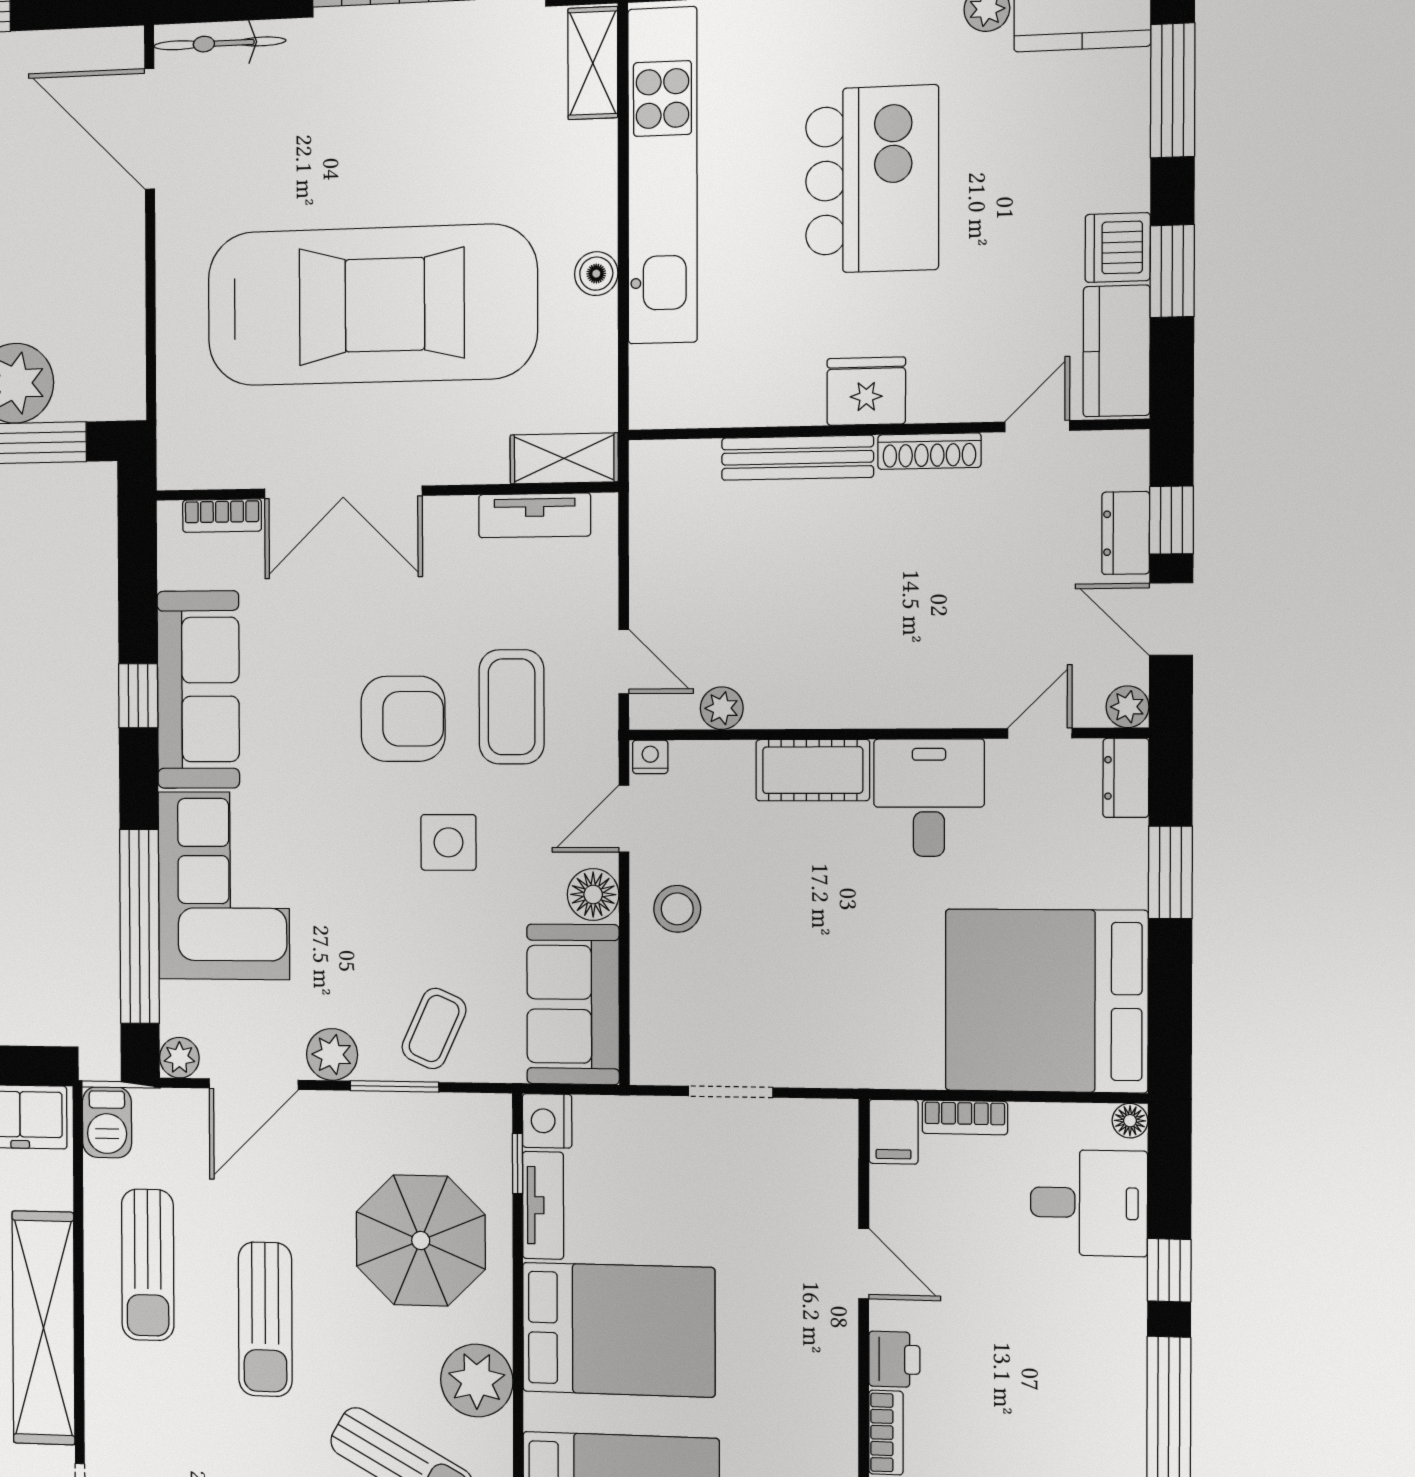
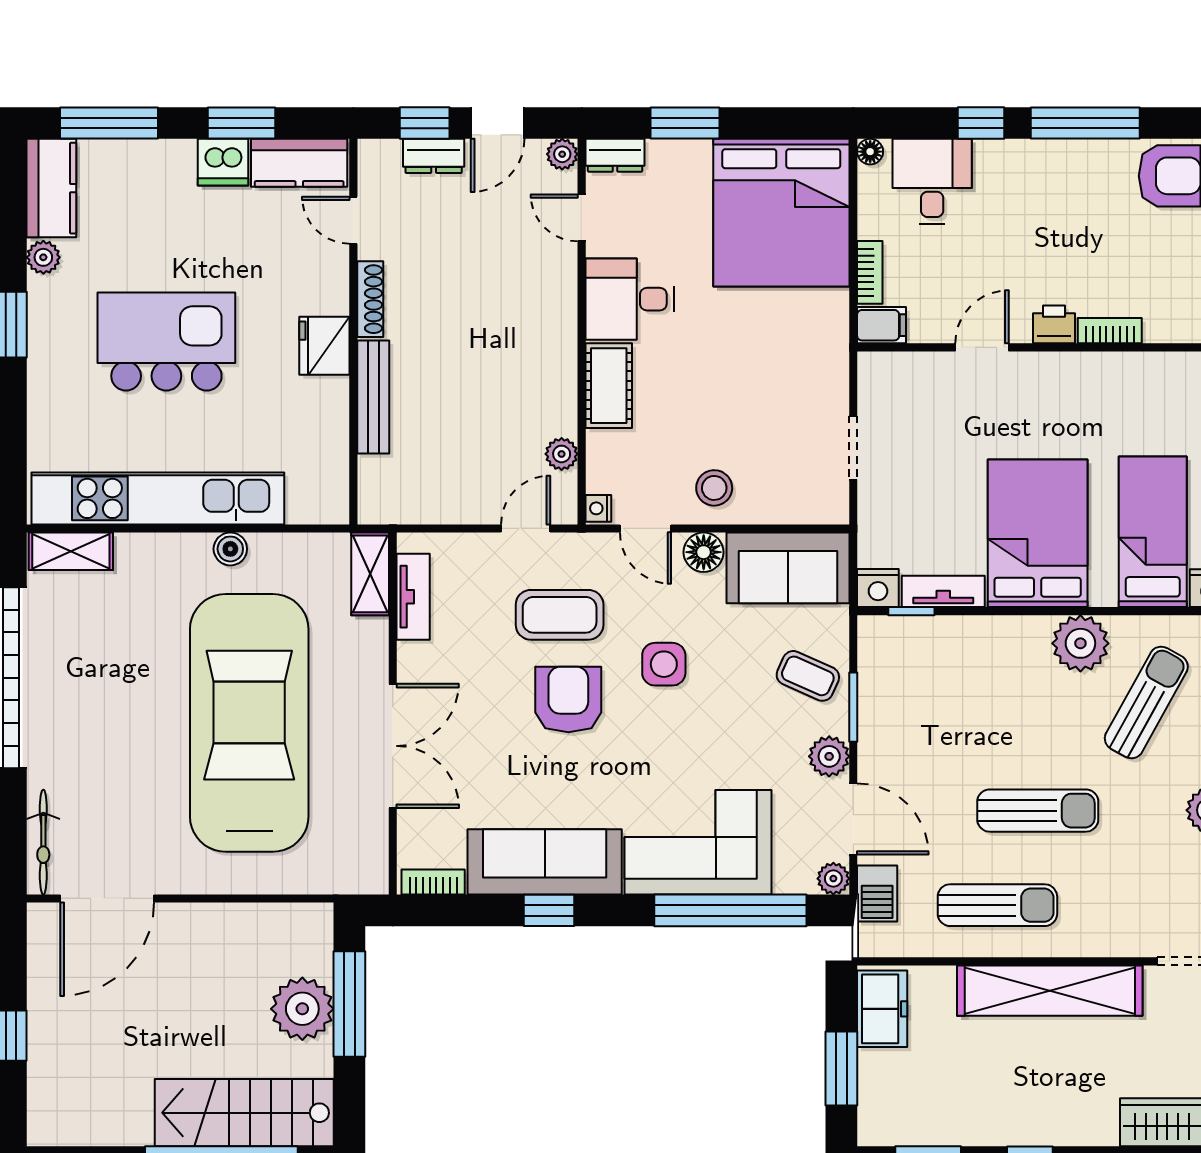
bookcase: (222, 516) -> (433, 882), moved, turned -90
barbecue: (107, 1122) -> (877, 894), moved, turned 90
parasol: (421, 1240) -> (973, 687), removed

